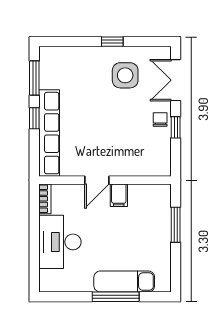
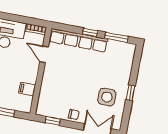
window: (176, 127) -> (53, 121), moved
door: (97, 180) -> (44, 54), moved
filing cabinet: (119, 195) -> (27, 89), moved

